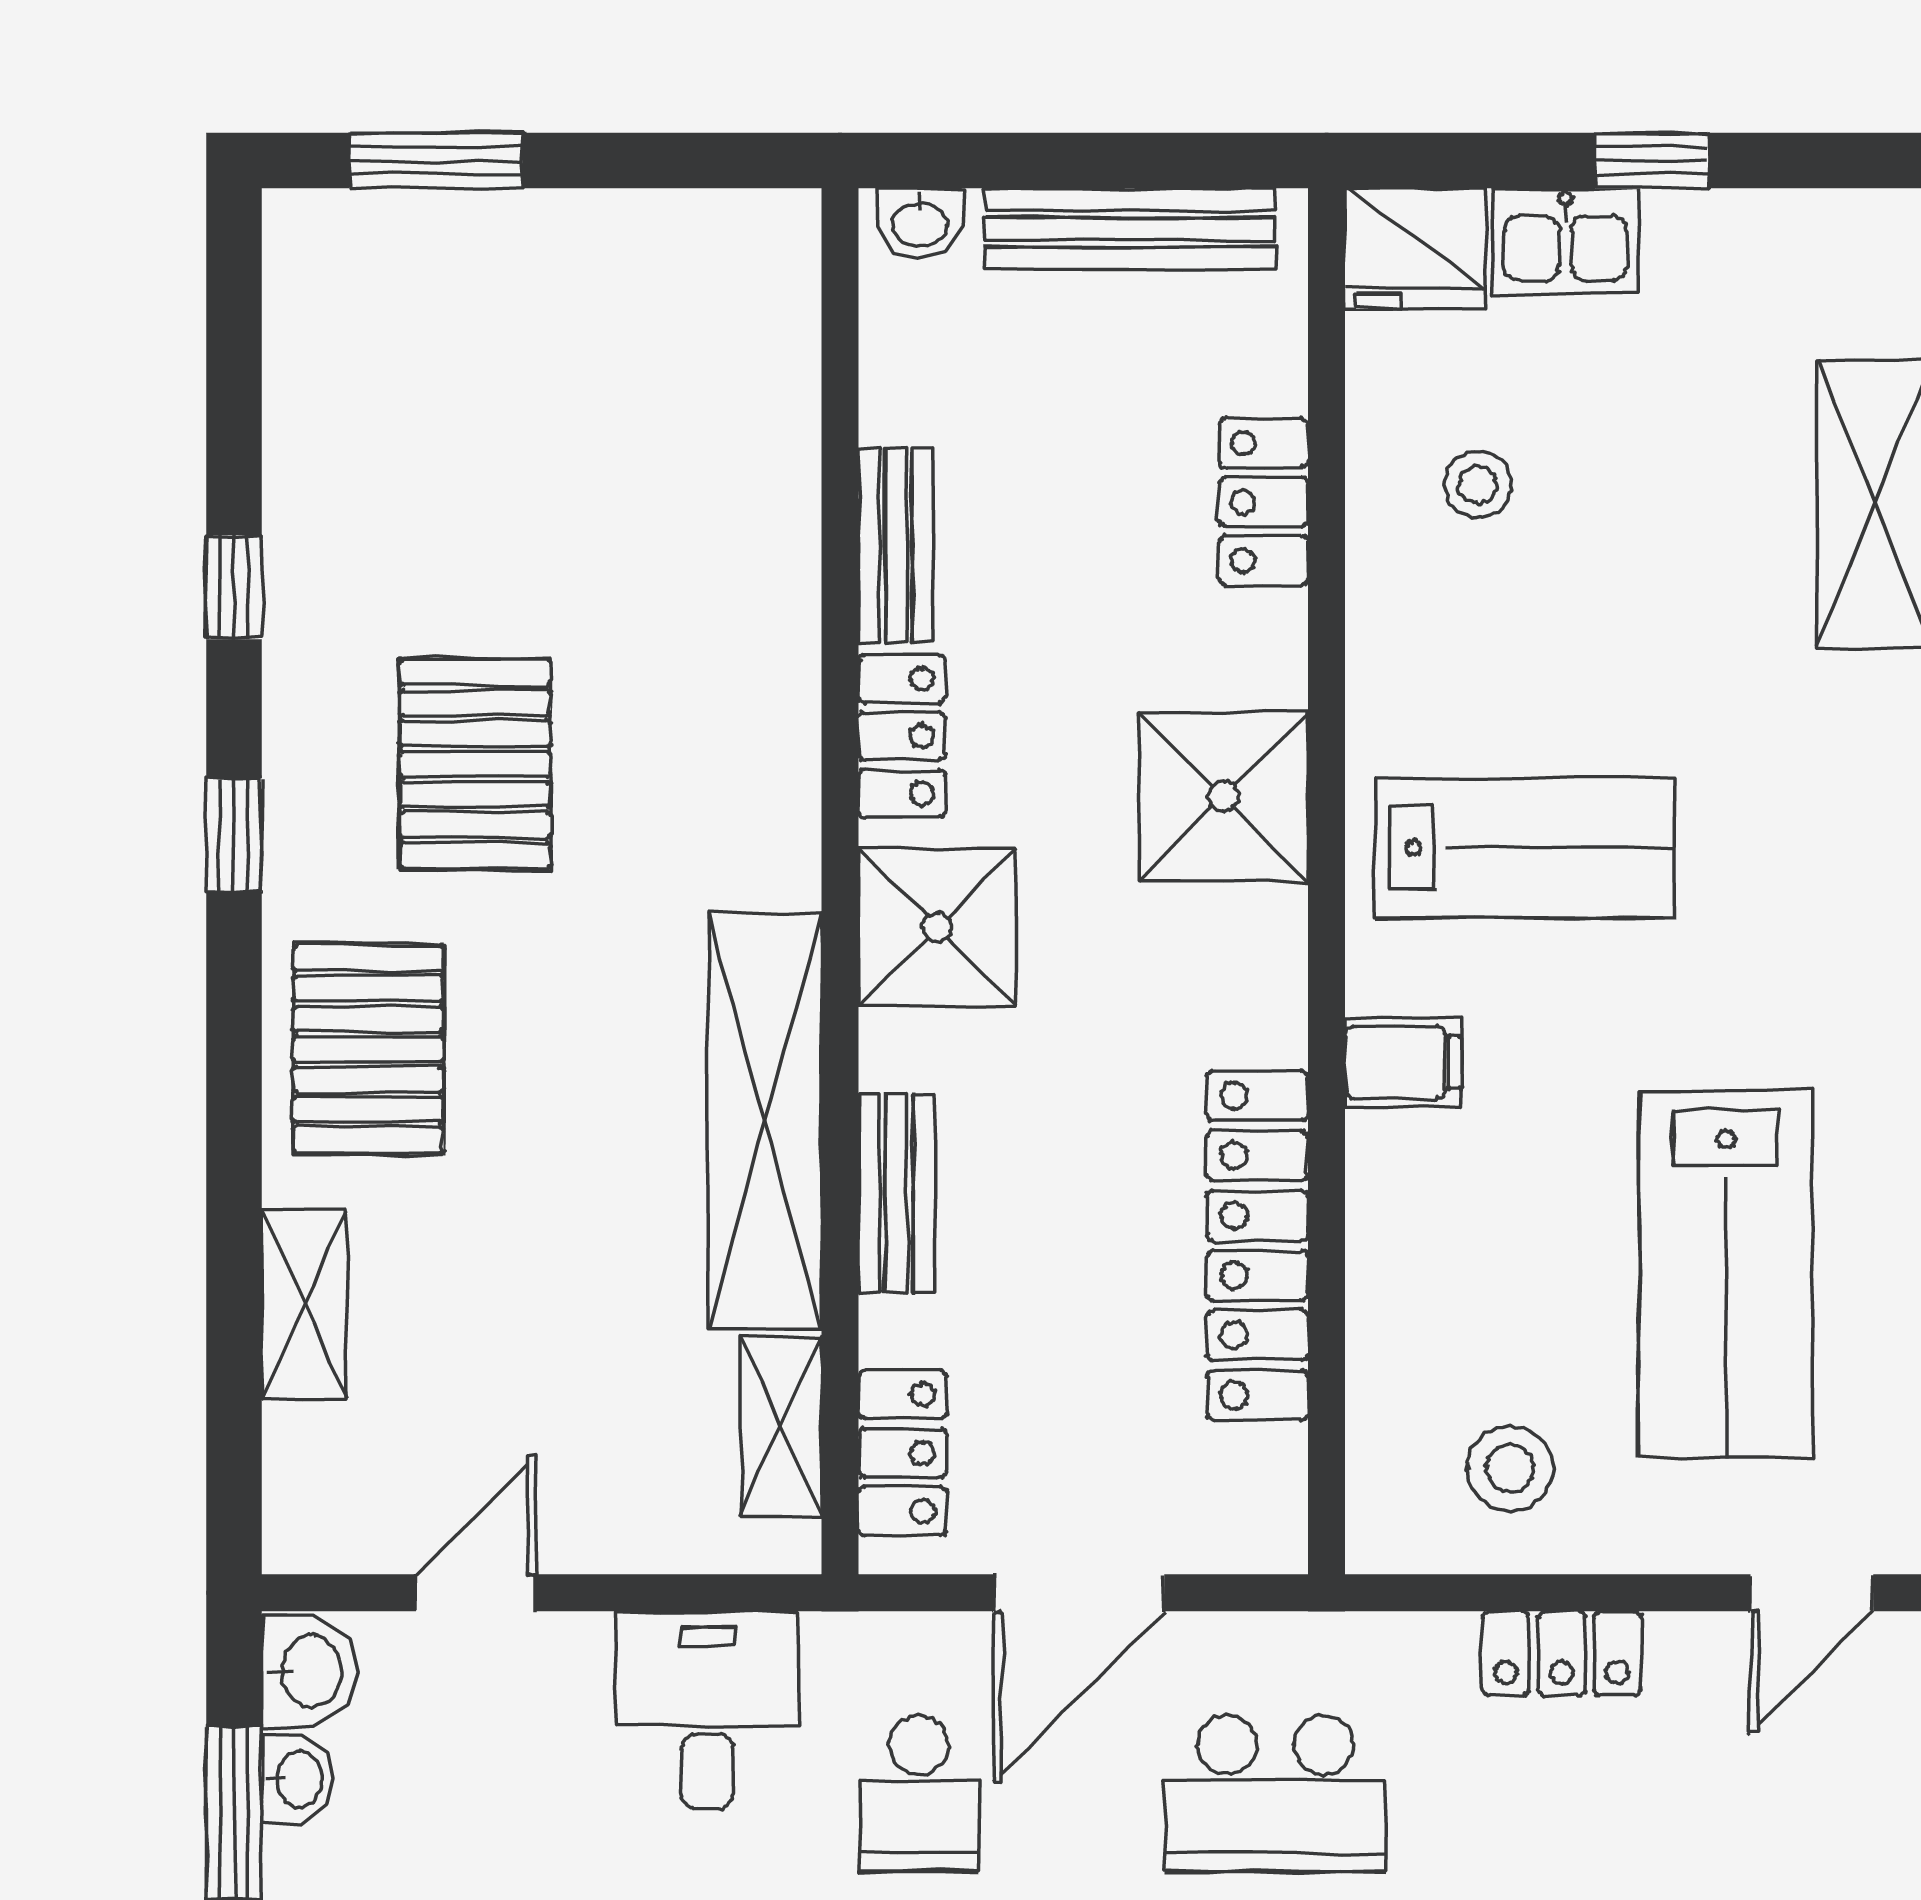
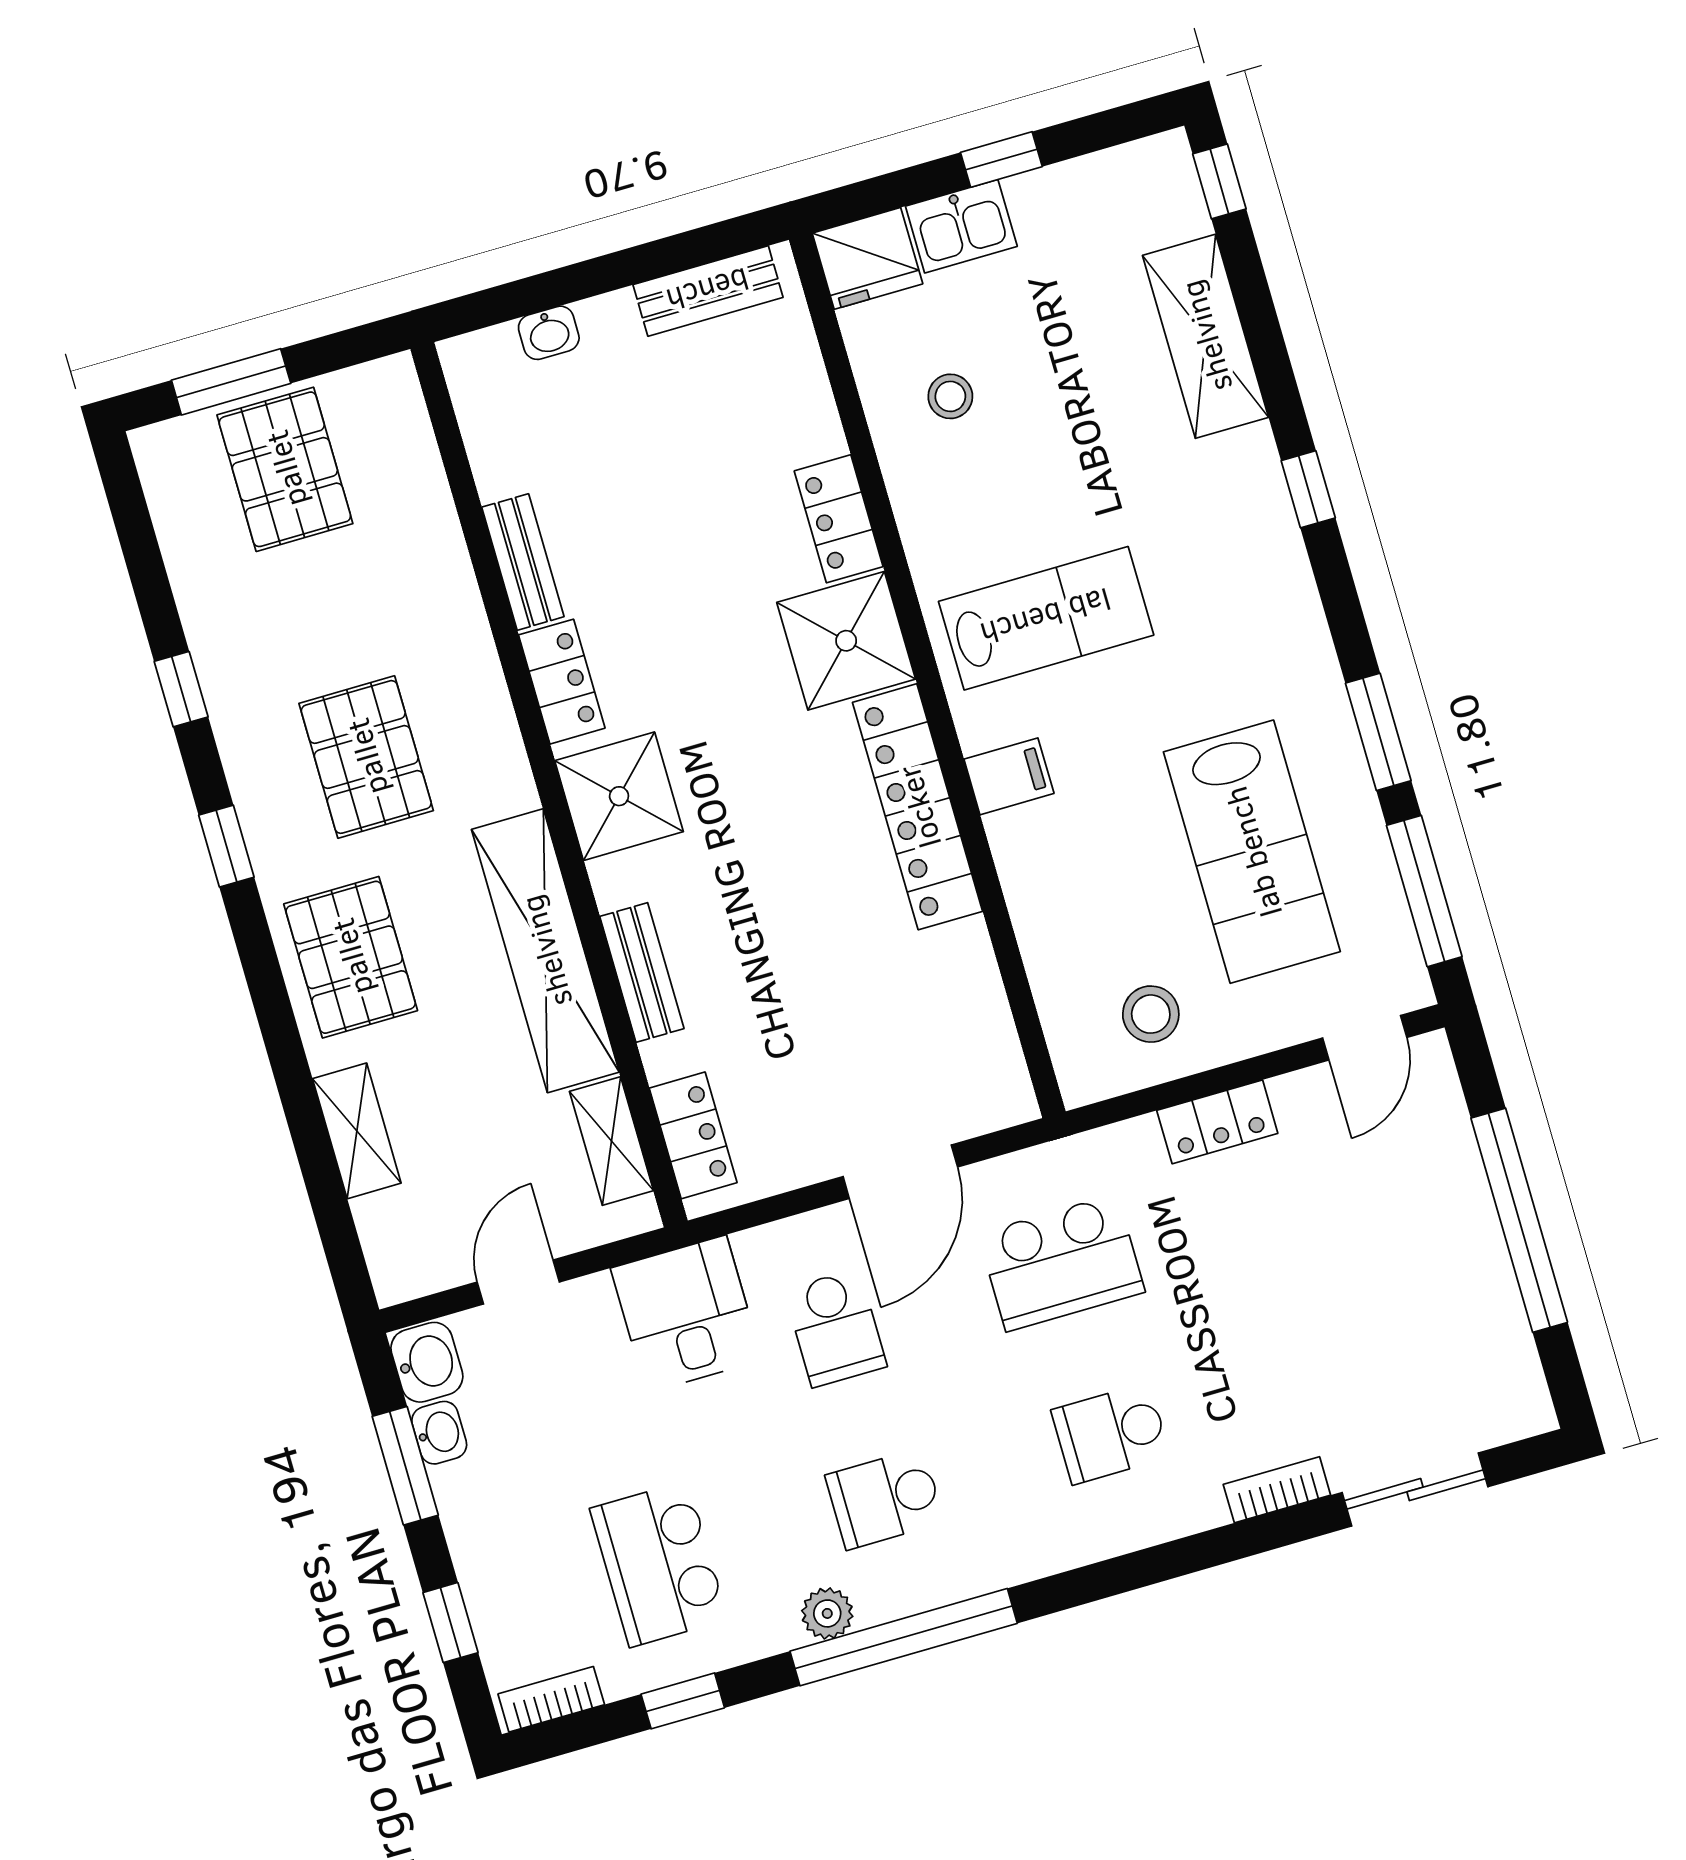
bench: (1130, 229) -> (708, 291), width x0.73
pallet: (478, 311) -> (285, 469), added
locker: (1264, 502) -> (839, 519), moved
bench: (895, 546) -> (523, 562), moved
locker: (902, 736) -> (562, 682), moved
wall: (840, 881) -> (549, 785), moved
shower: (937, 927) -> (619, 796), moved
shelving: (765, 1121) -> (545, 951), moved
bench: (896, 1194) -> (642, 972), moved
locker: (1257, 1245) -> (918, 807), moved
shelving: (781, 1427) -> (611, 1141), moved
locker: (902, 1453) -> (693, 1135), moved

